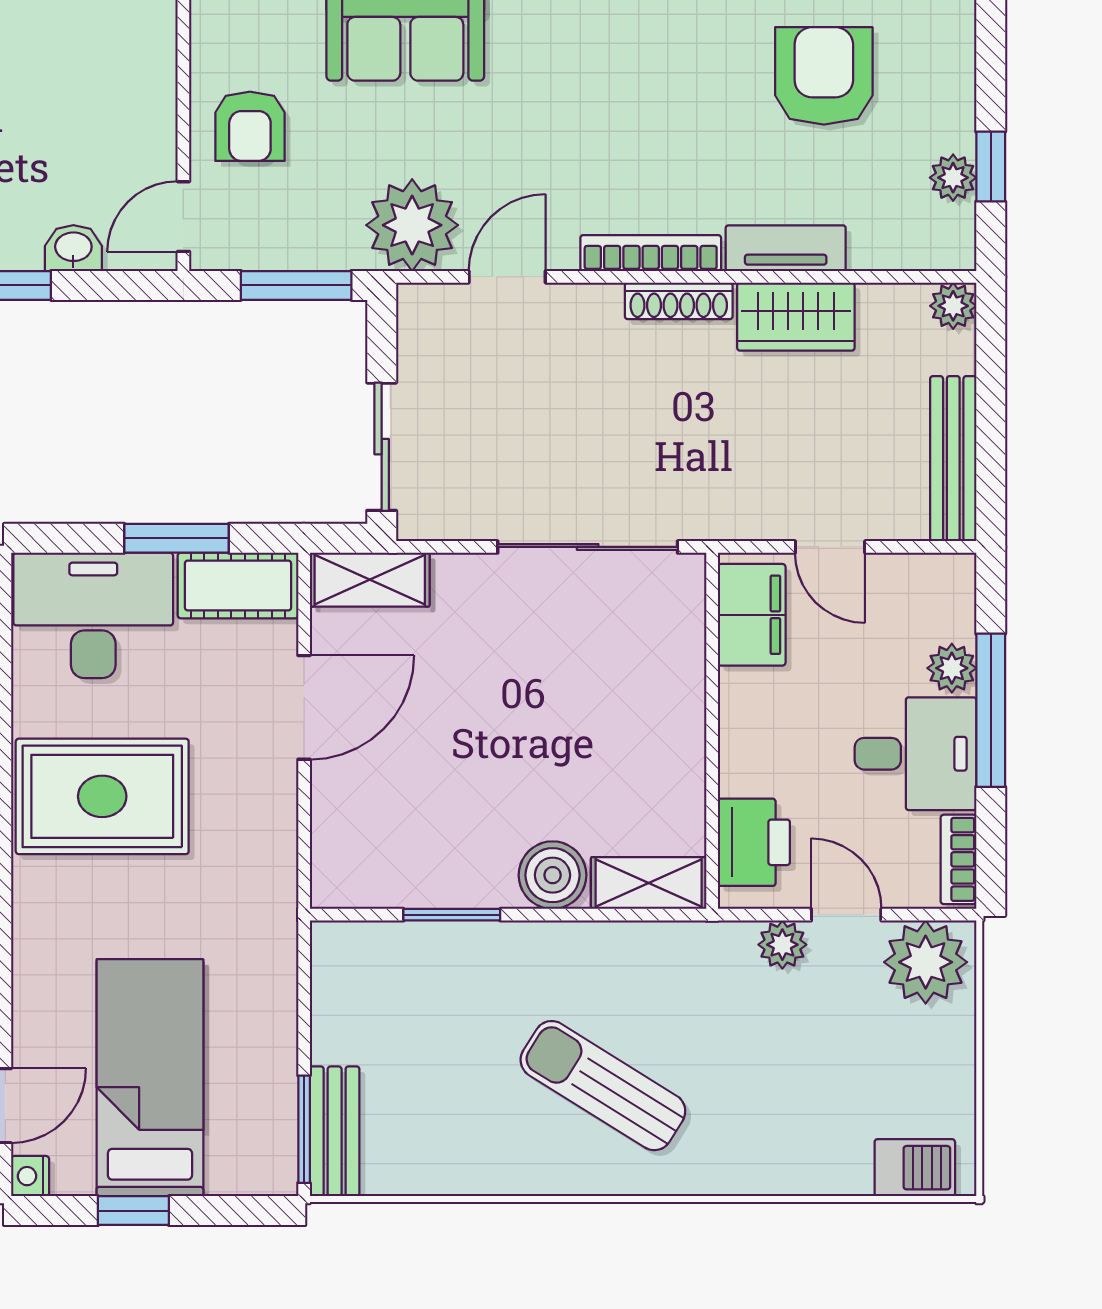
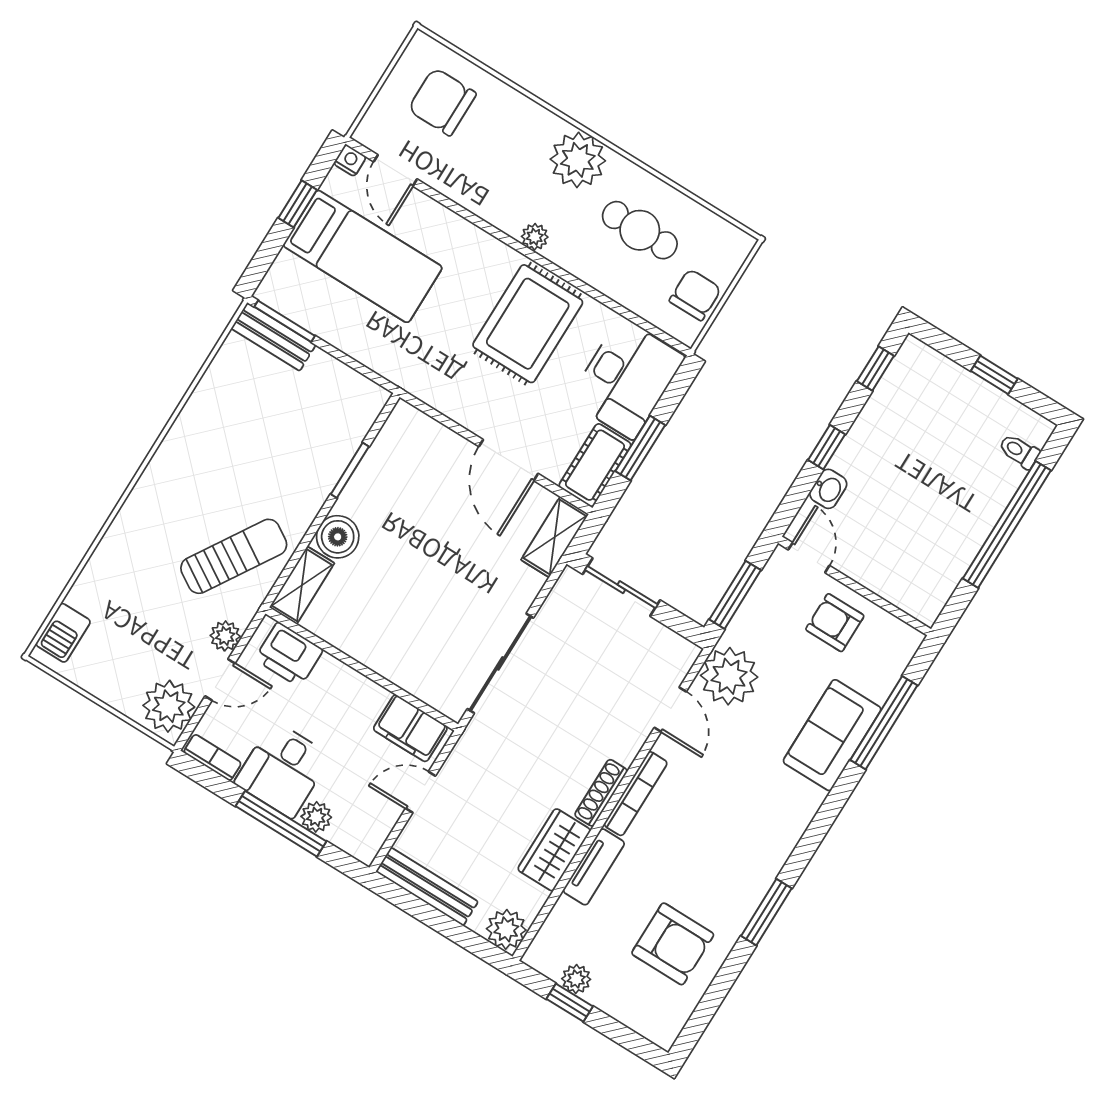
plant: (953, 306) -> (506, 929), width x1.38, depth x1.38
sun lounger: (603, 1086) -> (234, 556), moved

